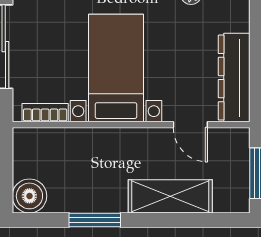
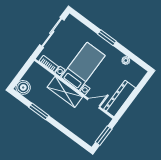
door: (190, 125) -> (94, 103), swing flipped
shelving: (170, 196) -> (65, 92), moved

